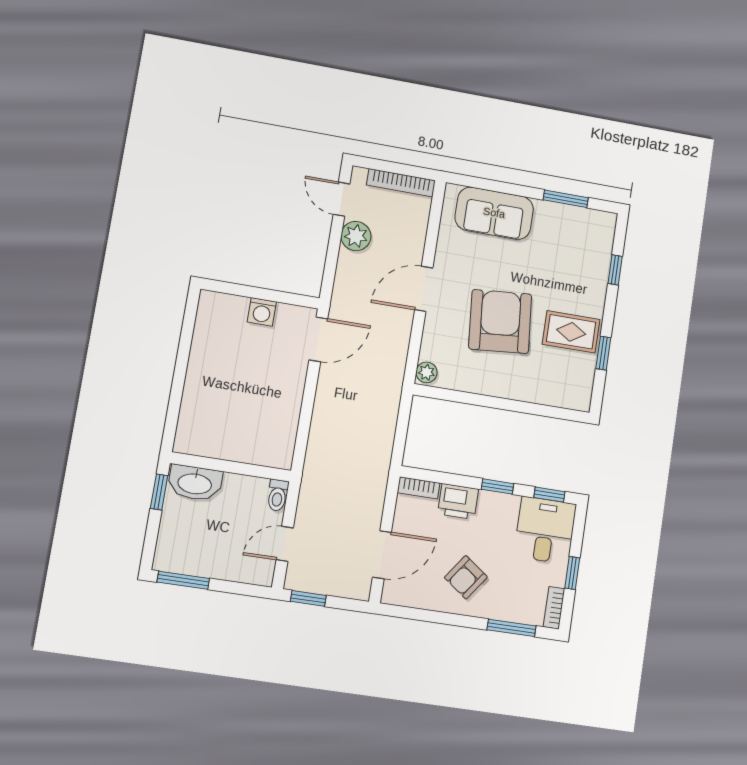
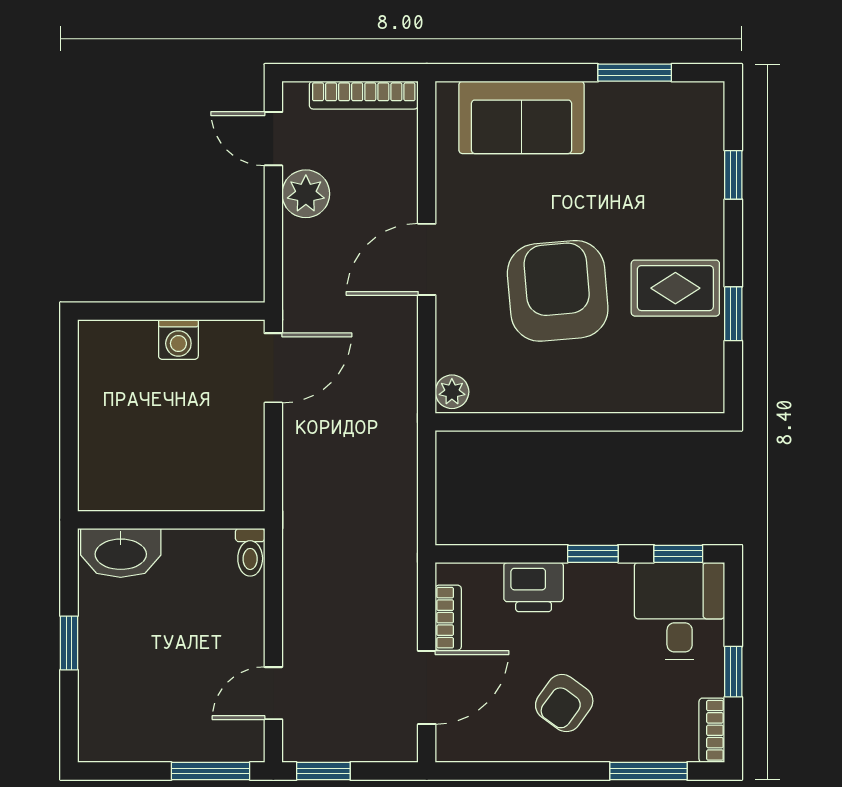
wall: (231, 467) -> (171, 520), moved
washbasin: (195, 483) -> (121, 553), moved
bookcase: (419, 488) -> (448, 618), moved, turned -90
toilet: (278, 495) -> (250, 552), moved
window: (183, 580) -> (211, 771), moved

